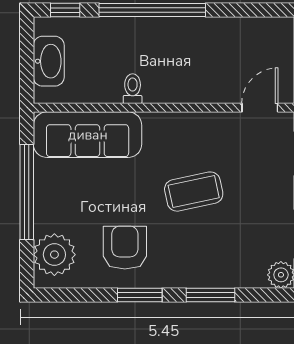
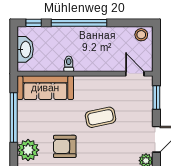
stool: (272, 33) -> (141, 35), added
door: (260, 108) -> (135, 74), hinge flipped
armchair: (125, 248) -> (65, 146), turned -90

